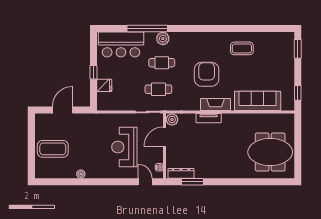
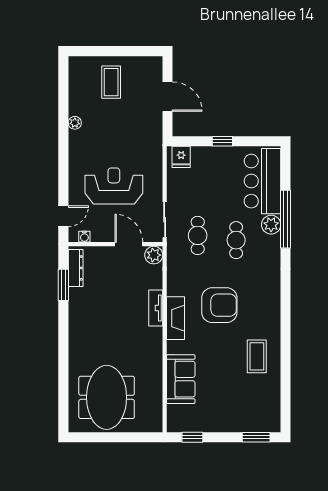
plant: (163, 39) -> (271, 225), moved
fridge: (104, 85) -> (181, 157), moved
sofa: (258, 101) -> (181, 379), width x0.73
coffee table: (53, 149) -> (111, 82), width x0.73, depth x0.76

